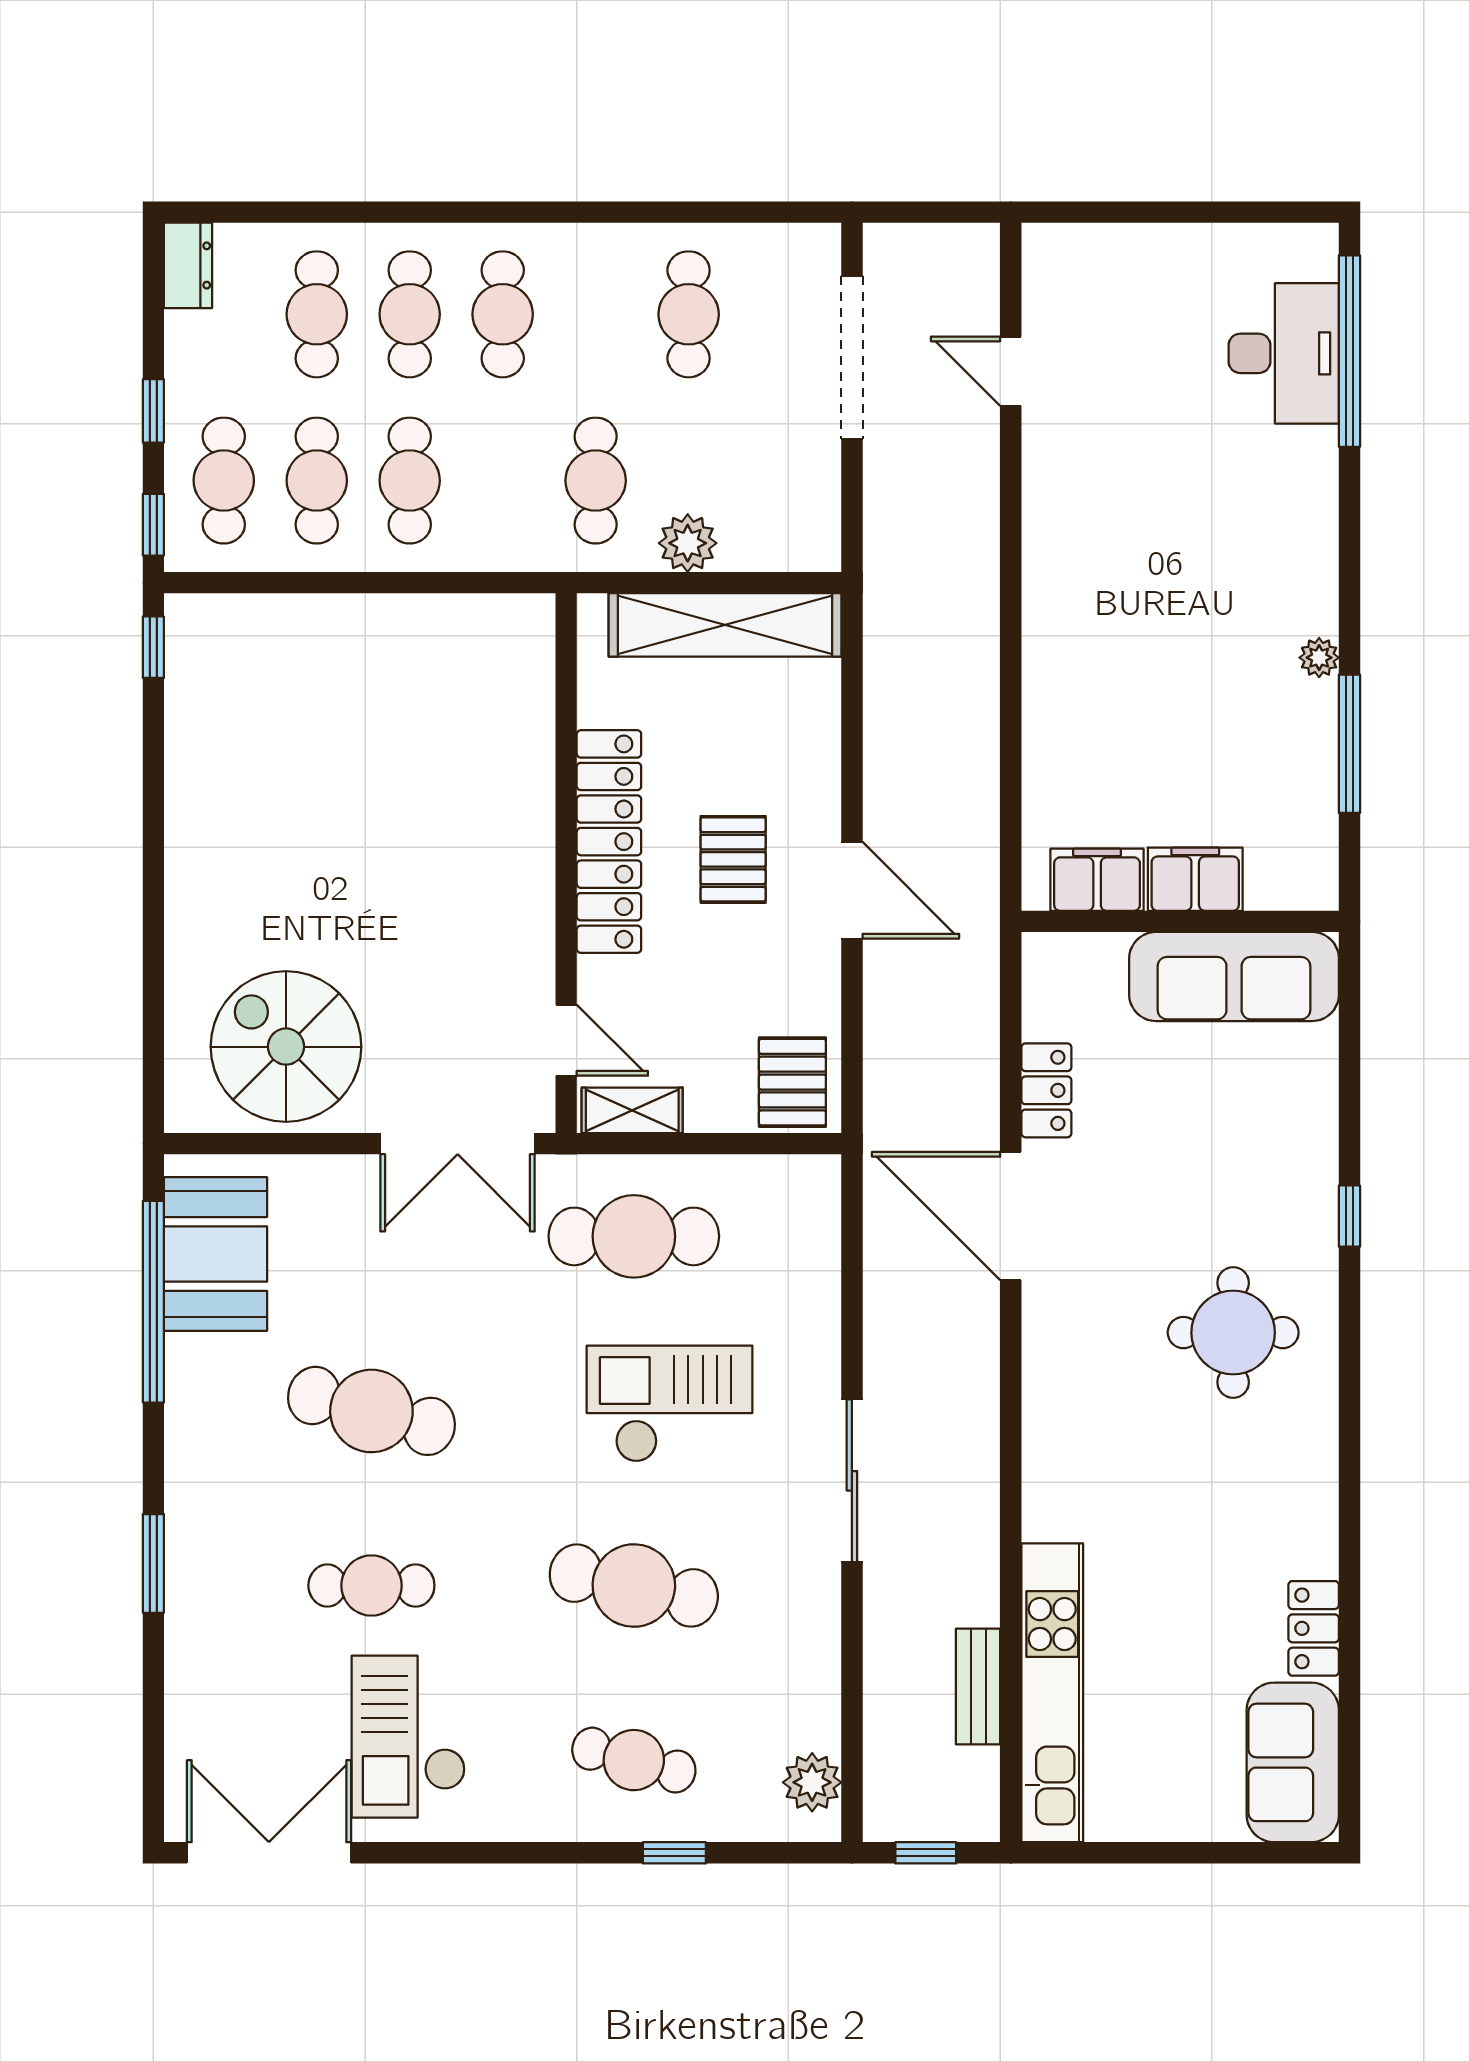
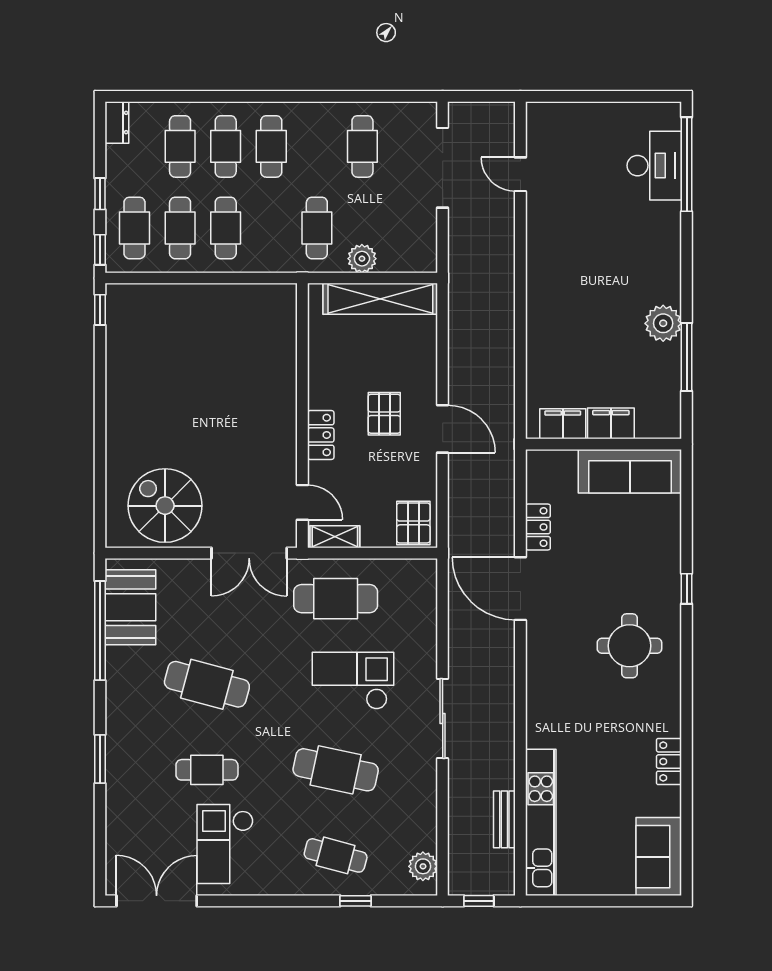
plant: (1319, 658) -> (663, 323), width x1.87, depth x1.87
locker: (609, 842) -> (321, 435), width x0.46, depth x0.83
locker: (1314, 1628) -> (669, 762), moved

